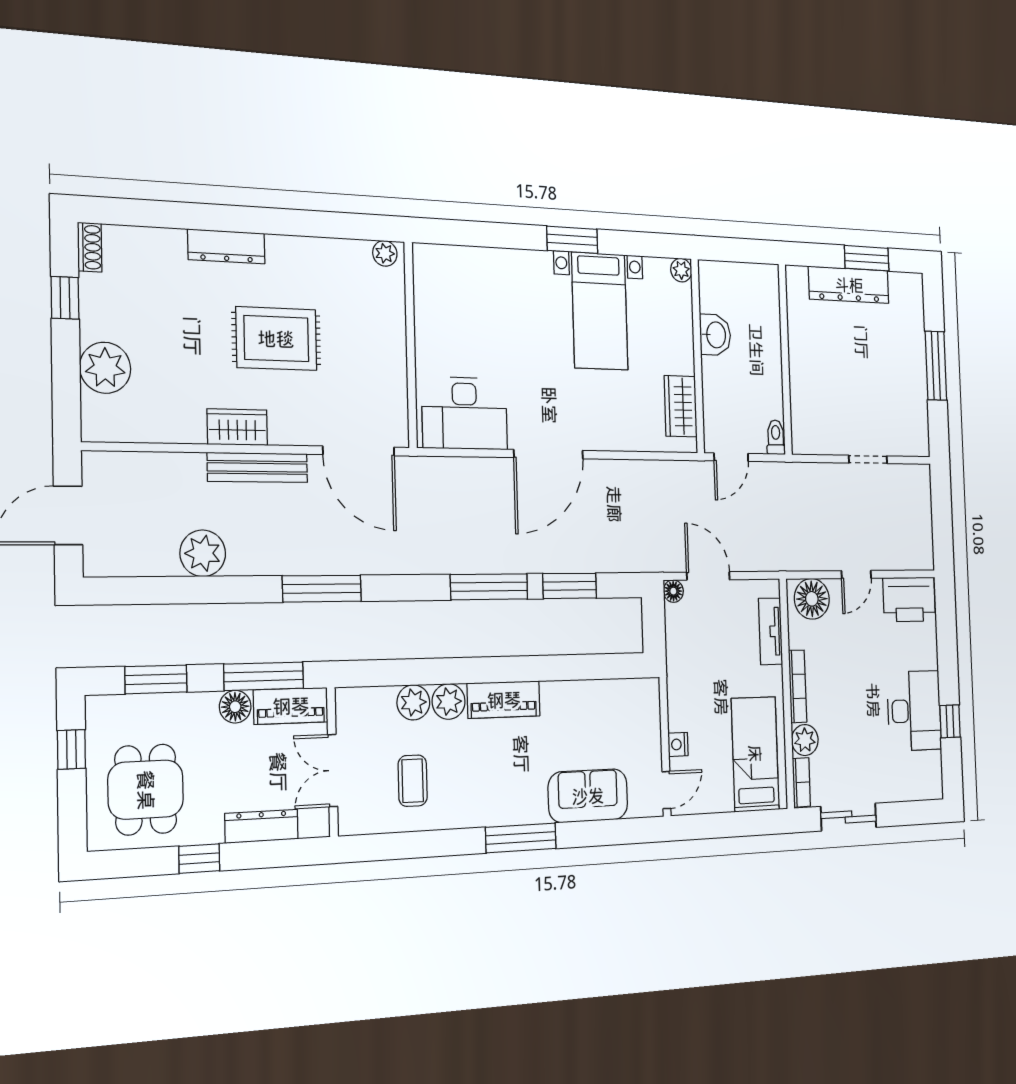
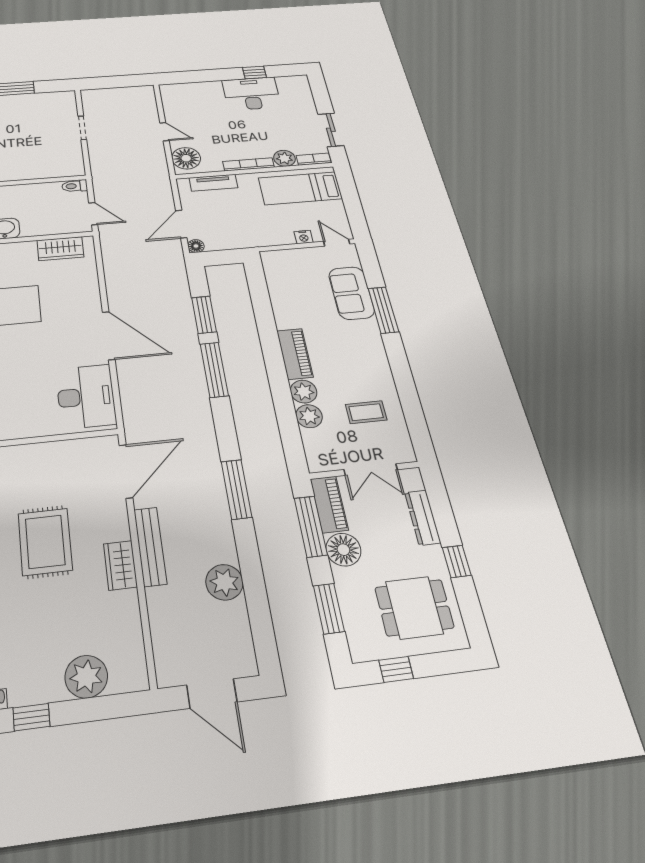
printer: (909, 599) -> (176, 99), removed
floor lamp: (235, 707) -> (343, 550), width x1.38, depth x1.38
window: (521, 838) -> (383, 310), moved

